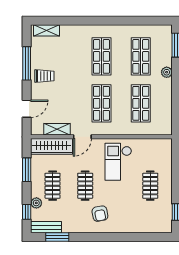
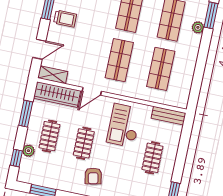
plant: (167, 72) -> (198, 27), moved
shelving: (57, 129) -> (53, 75), moved
bench: (46, 227) -> (169, 116), moved

